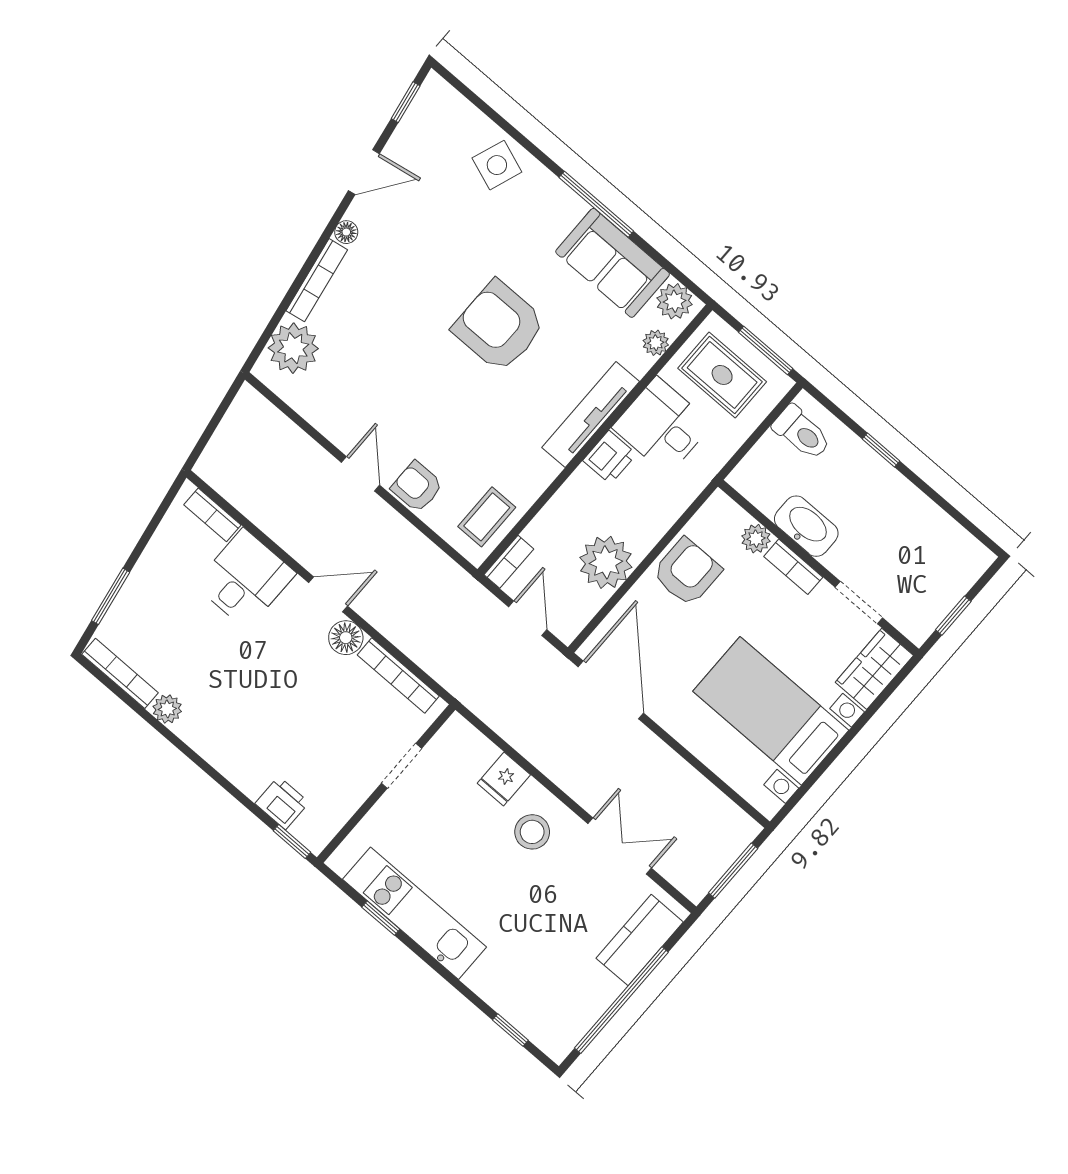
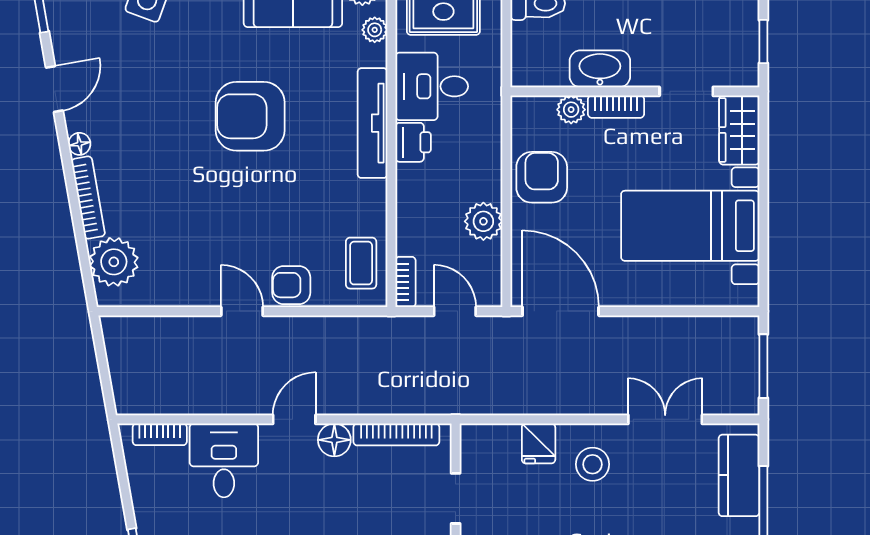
plant: (606, 562) -> (483, 221), width x0.73, depth x0.73

